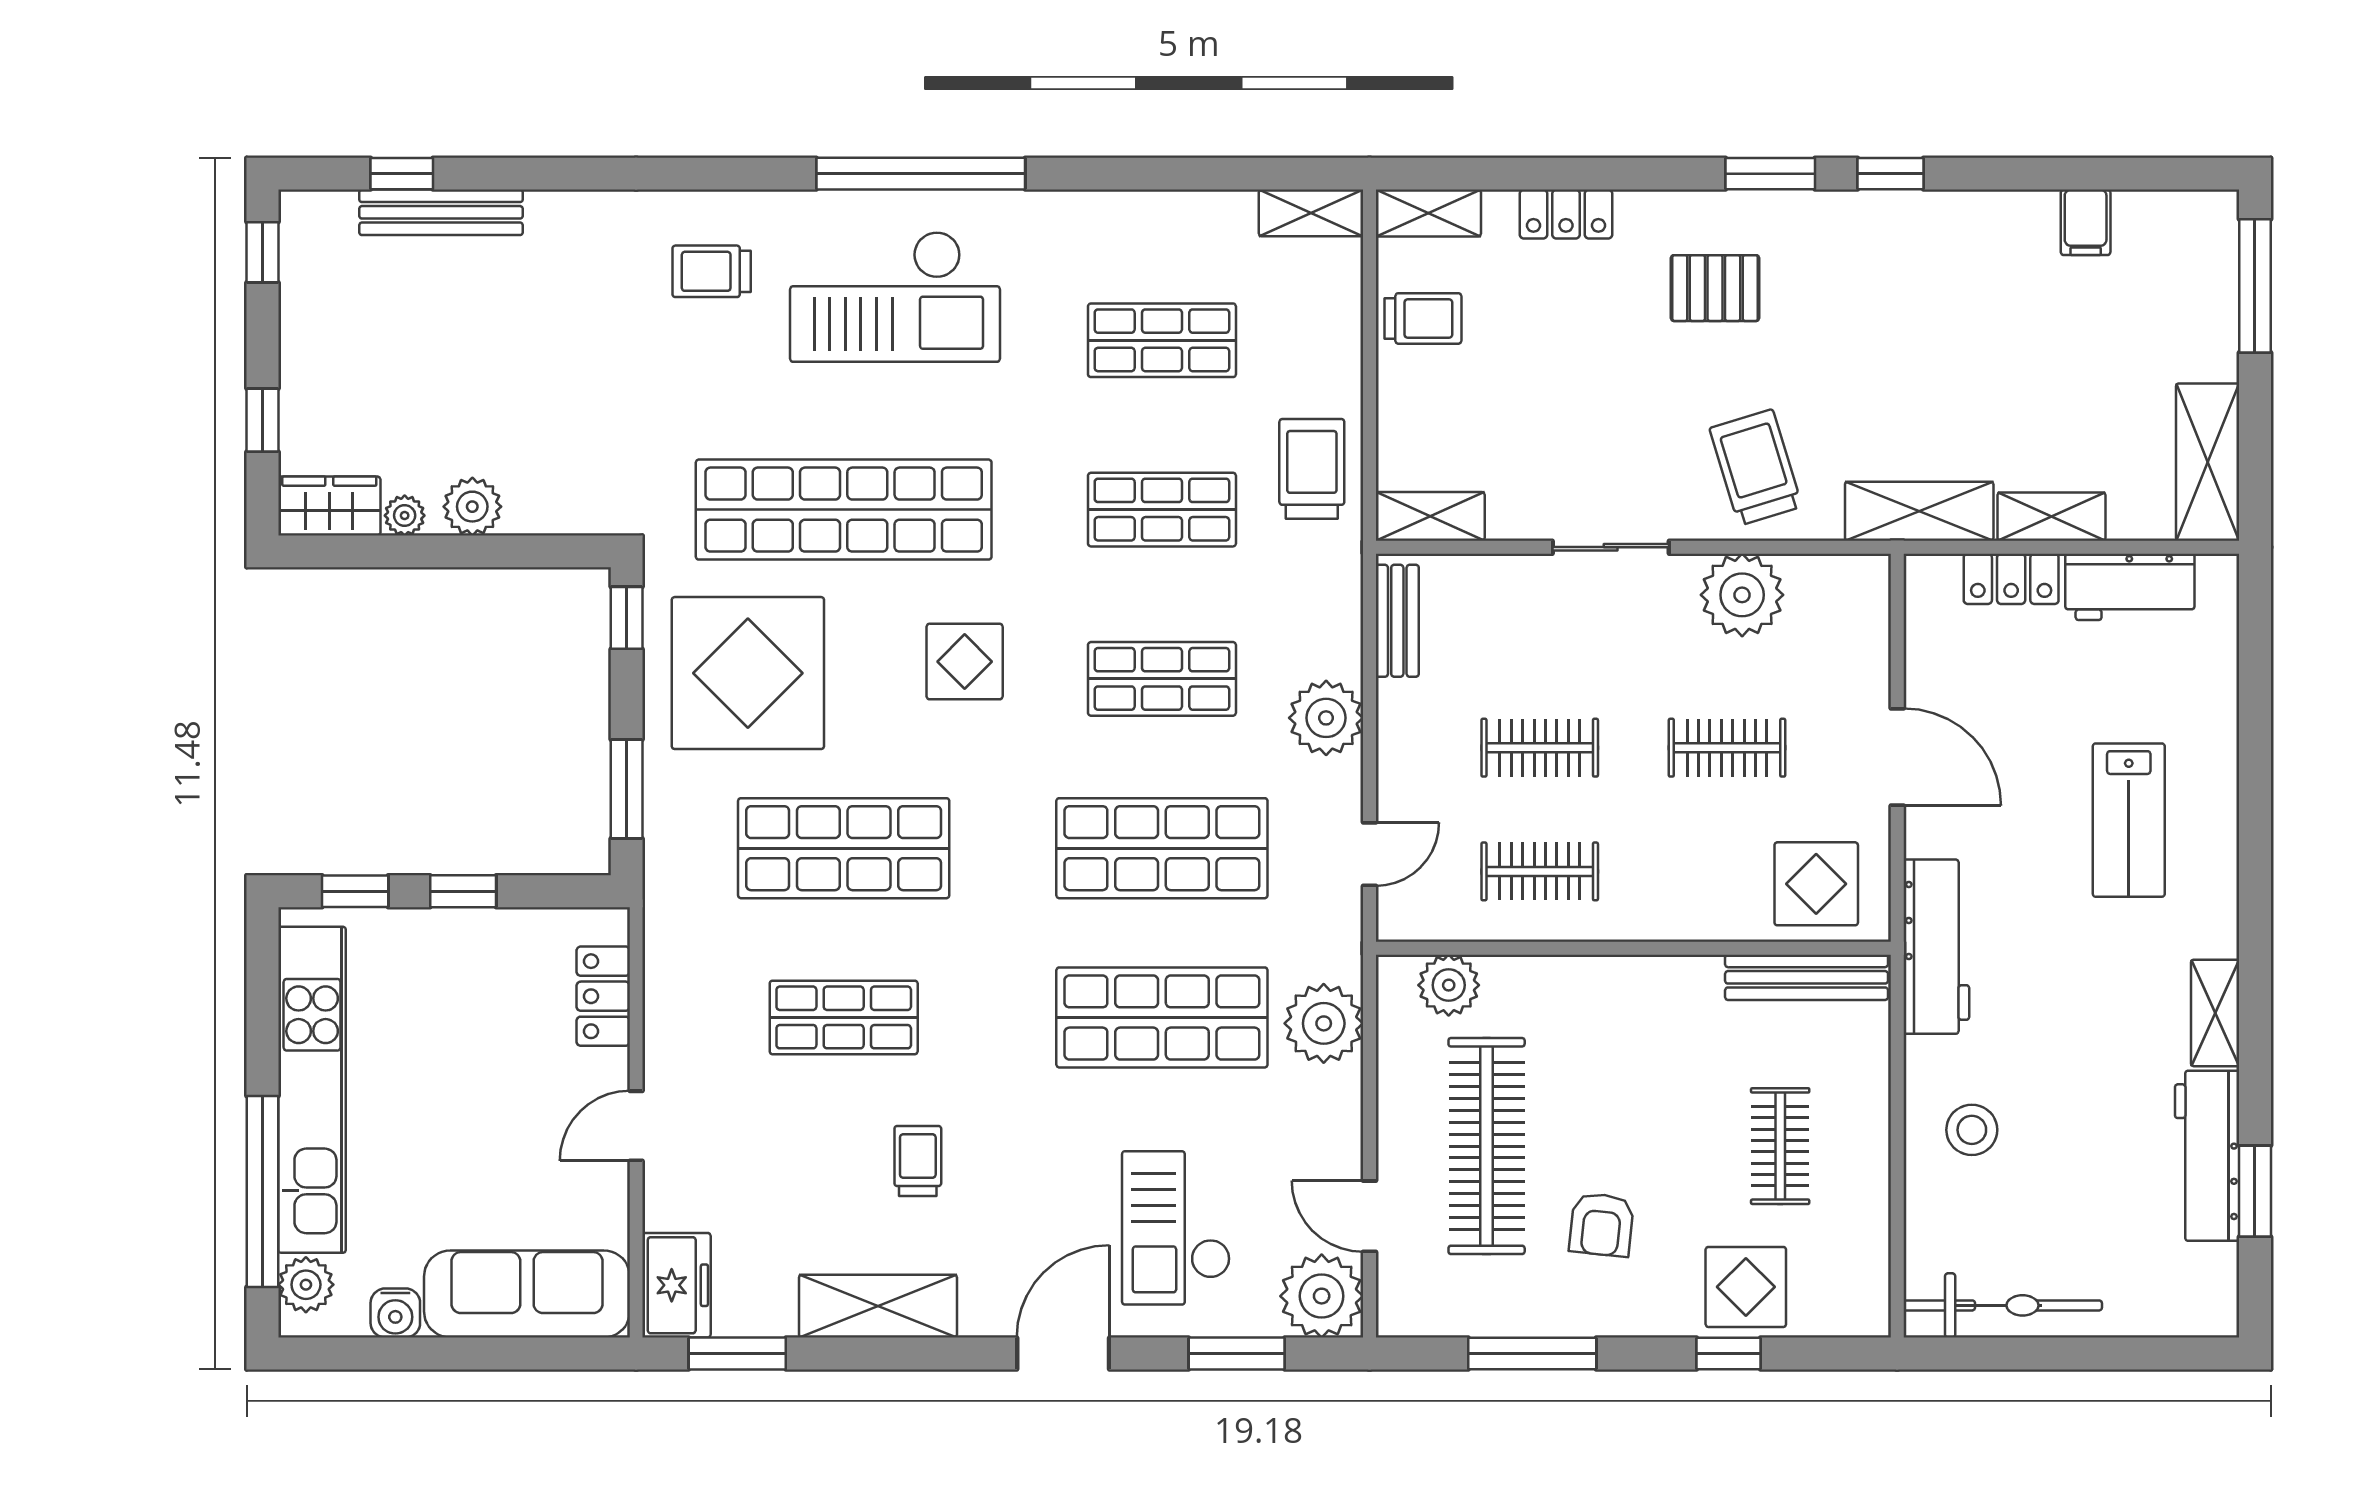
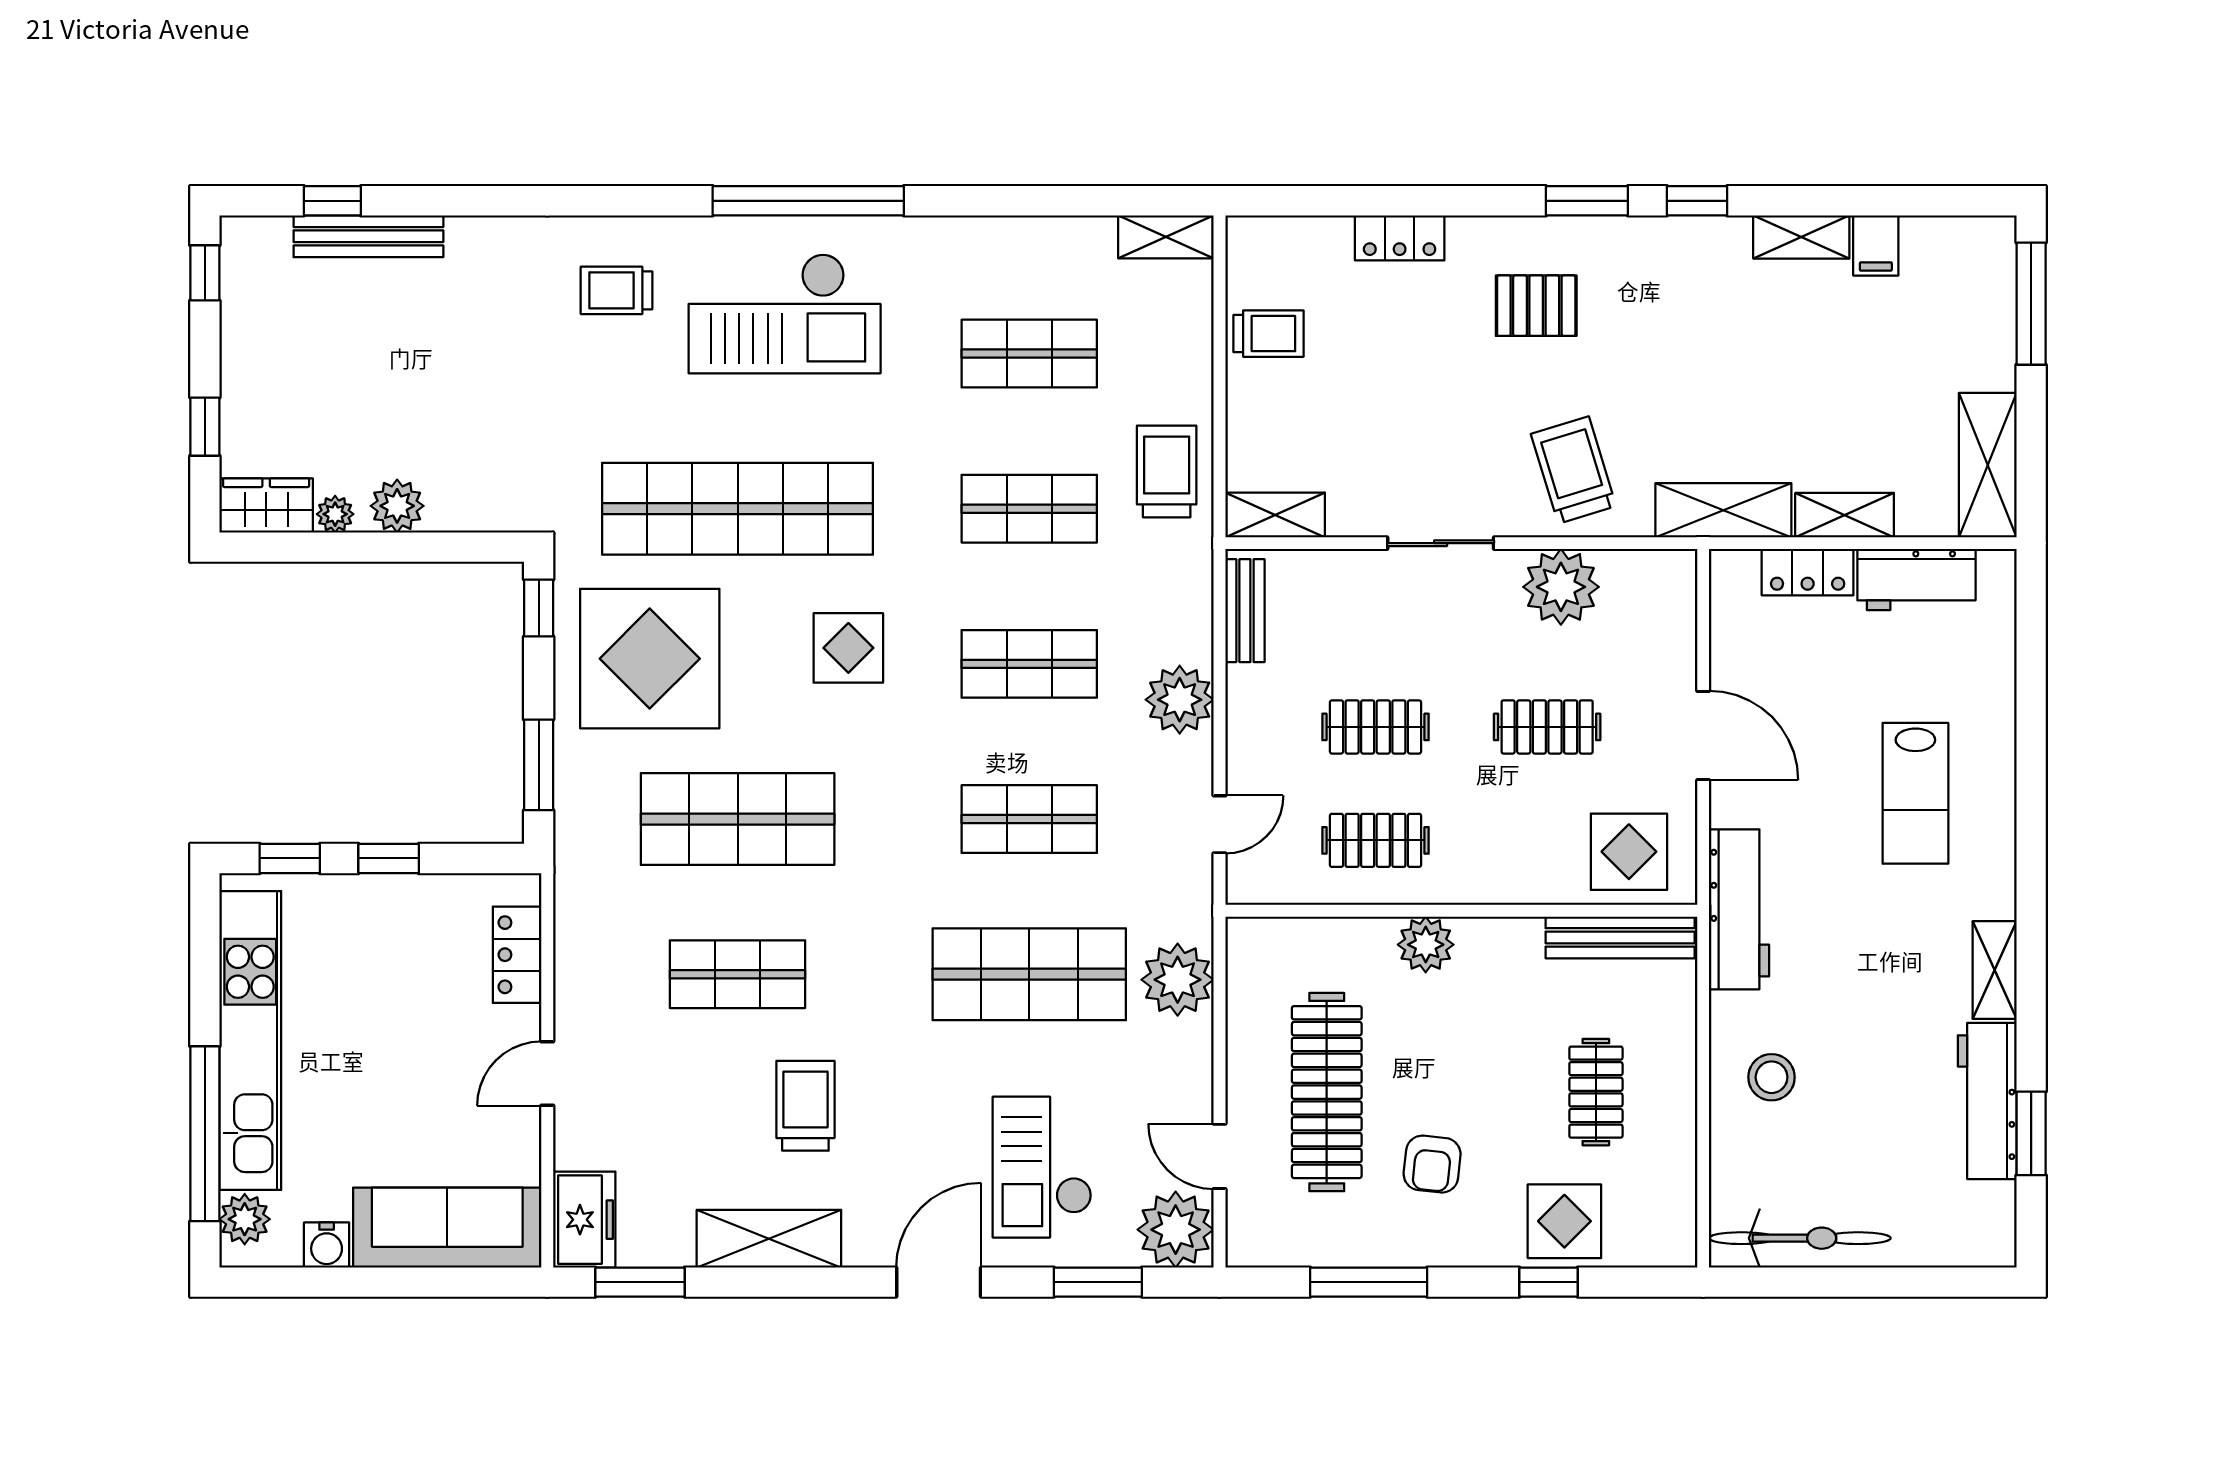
shelving: (1428, 213) -> (1801, 237), moved
shop shelf: (1162, 848) -> (1029, 819), width x0.70, depth x0.74
plant: (1449, 985) -> (1426, 945), moved
trolley: (918, 1161) -> (805, 1106), width x1.36, depth x1.39

